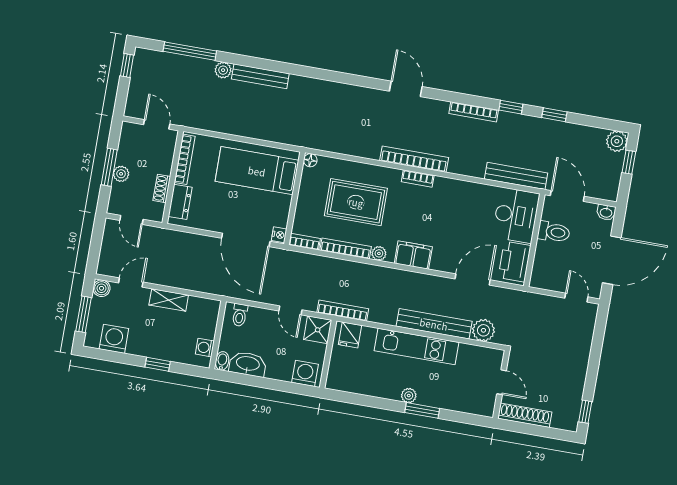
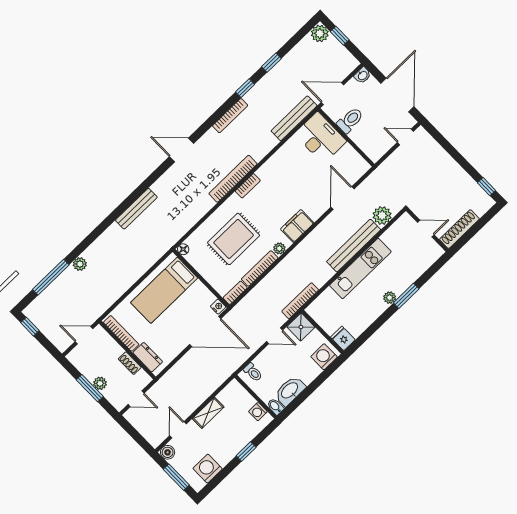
bench: (260, 76) -> (136, 209), moved
printer: (515, 262) -> (351, 161), removed
fridge: (350, 335) -> (343, 338), moved, turned 180

